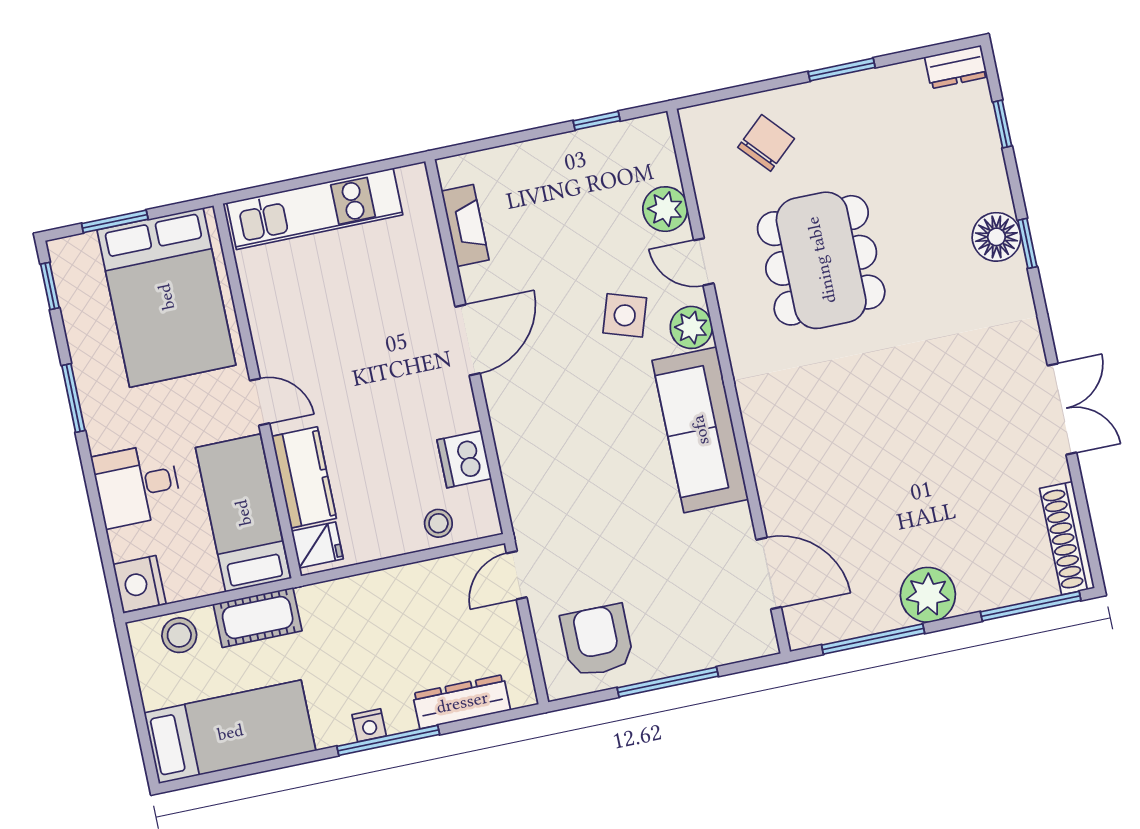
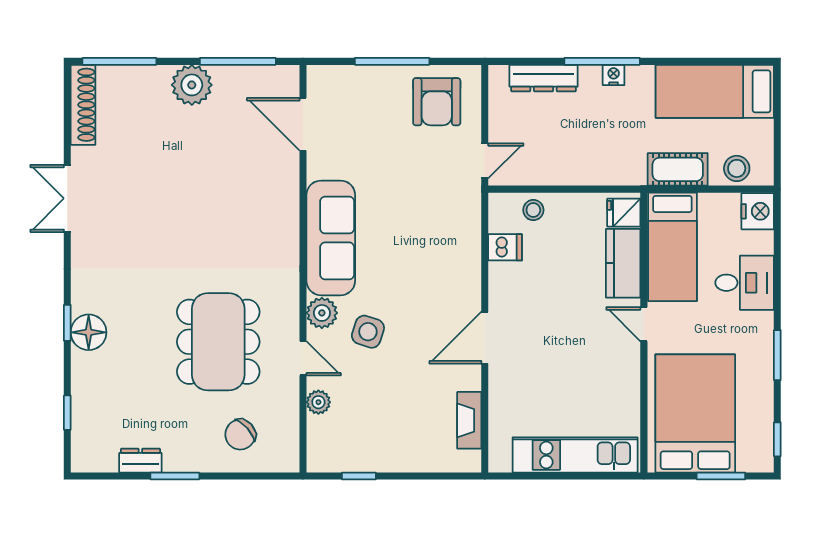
dresser: (956, 67) -> (140, 461), moved
plant: (665, 209) -> (318, 402), width x0.73, depth x0.73
dishwasher: (464, 459) -> (505, 247), width x0.73

